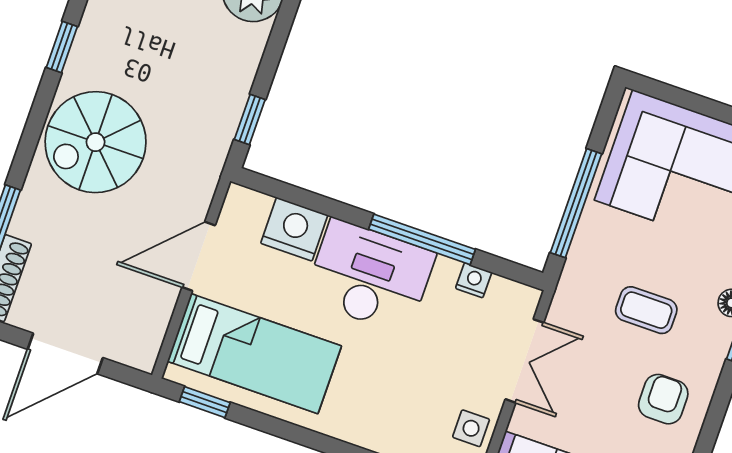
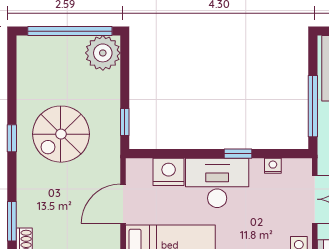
window: (62, 47) -> (12, 138), moved
spiral stairs: (96, 142) -> (61, 134), moved
window: (422, 239) -> (238, 154), width x0.46

